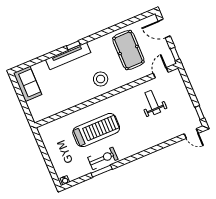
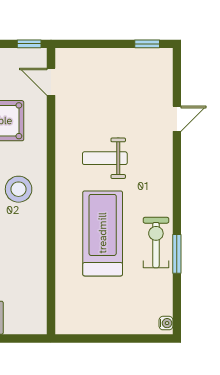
weight bench: (153, 102) -> (105, 158), moved
door: (191, 133) -> (177, 119), moved

